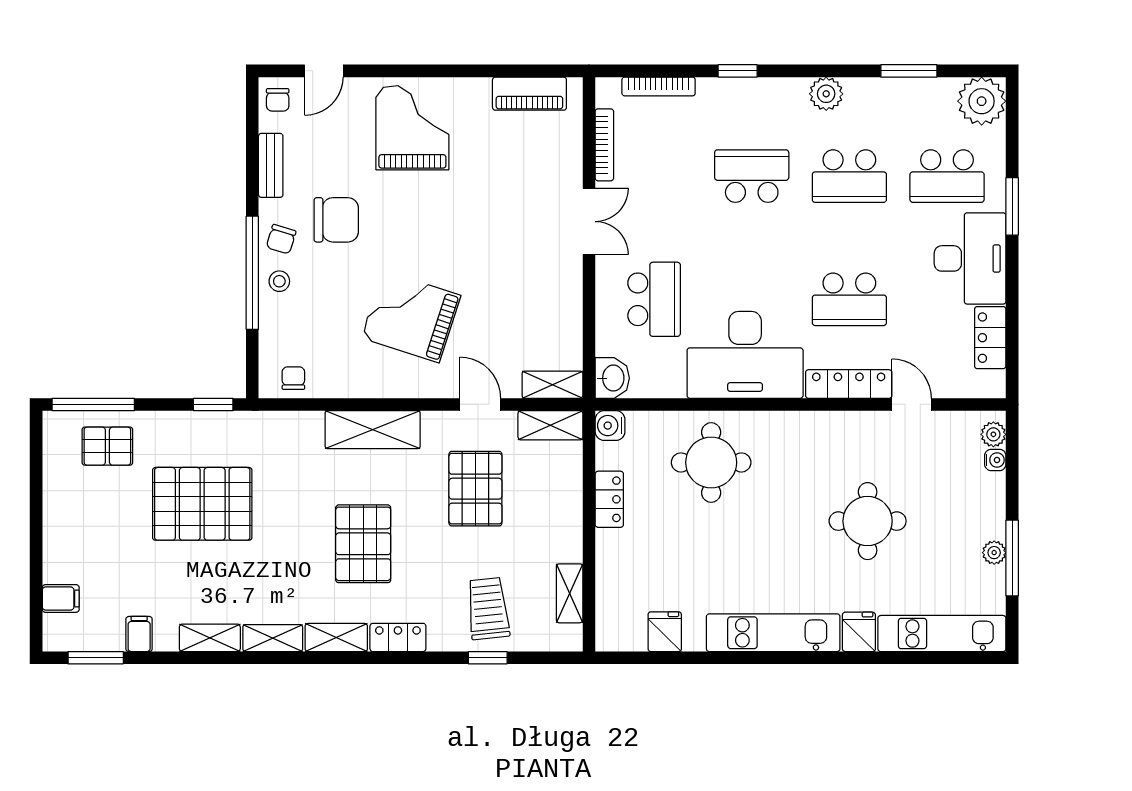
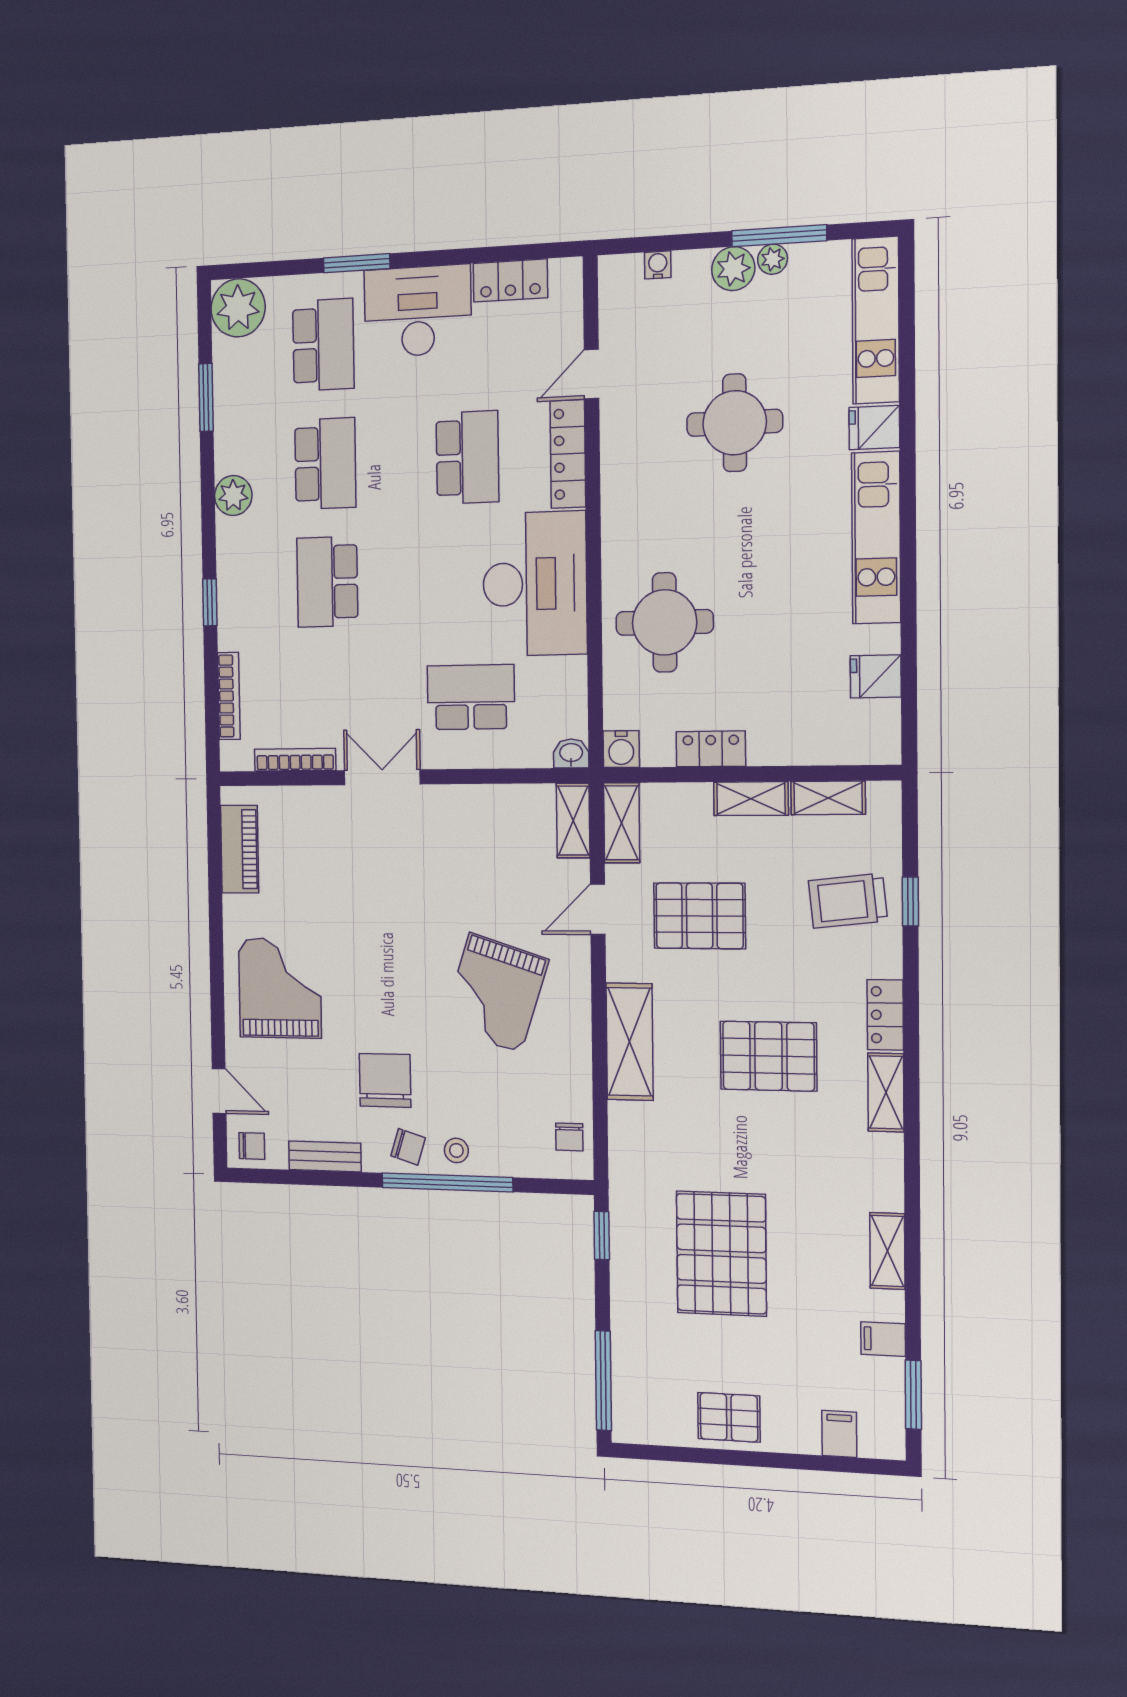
grand piano: (412, 128) -> (280, 988), turned 90
chair: (293, 378) -> (569, 1137), turned -90
washbasin: (612, 378) -> (571, 753), width x0.72, depth x0.69
plant: (993, 434) -> (733, 269), moved, width x1.38, depth x1.38
pallet: (107, 446) -> (729, 1417), moved, turned 90
shelving: (273, 638) -> (751, 799), moved, turned 90

